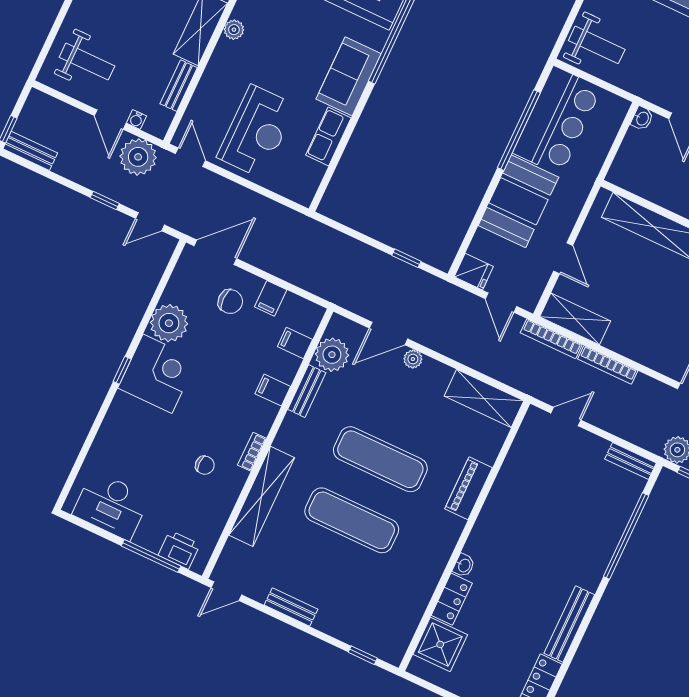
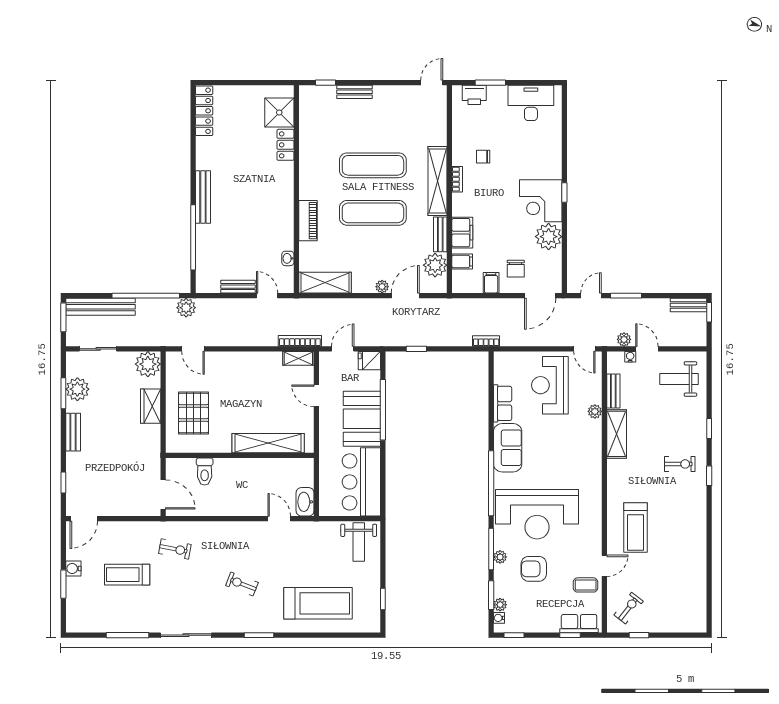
plant: (234, 30) -> (595, 411), moved
weight bench: (597, 45) -> (359, 542), turned -90
washbasin: (642, 118) -> (305, 502), width x1.91, depth x1.45
window: (519, 130) -> (383, 410), moved
plant: (138, 157) -> (624, 339), width x0.53, depth x0.53
window: (105, 201) -> (626, 296), width x1.50
chair: (230, 302) -> (516, 269), turned -90
door: (501, 303) -> (343, 349), hinge flipped
shelving: (575, 319) -> (298, 358), width x0.67, depth x0.75
bookcase: (608, 365) -> (486, 341), moved, width x0.64
filing cabinet: (273, 390) -> (462, 233), width x2.00
door: (566, 417) -> (267, 296), swing flipped
bench: (631, 461) -> (238, 287), moved
shelving: (262, 496) -> (438, 181), moved
window: (151, 556) -> (490, 83), width x0.69
washbasin: (464, 565) -> (288, 258), moved
bench: (291, 607) -> (355, 92), moved
bench: (569, 624) -> (203, 197), moved

